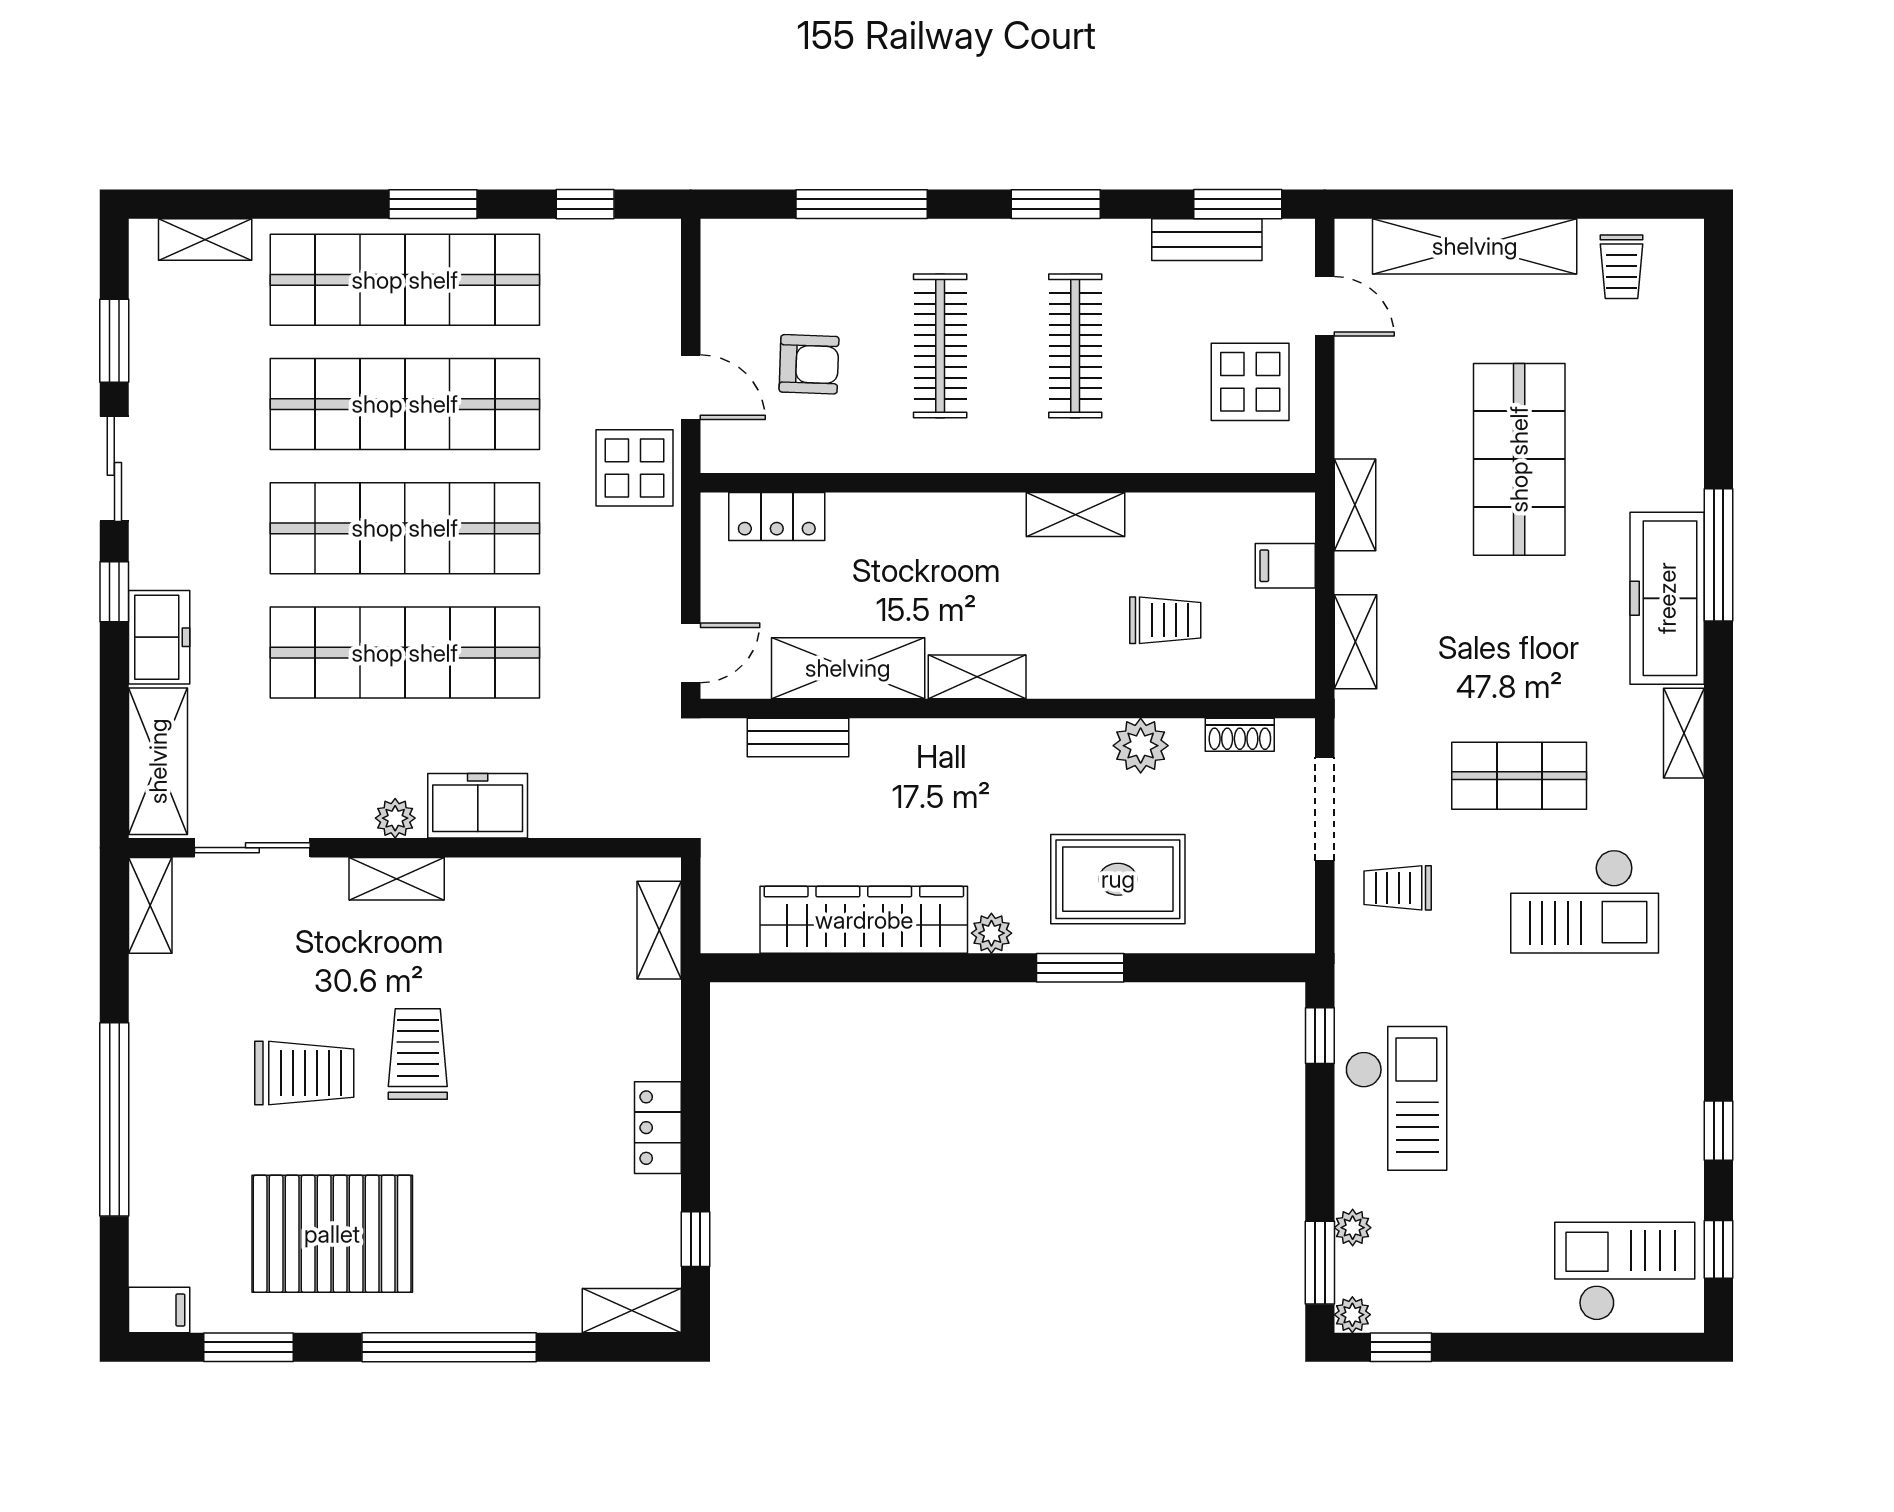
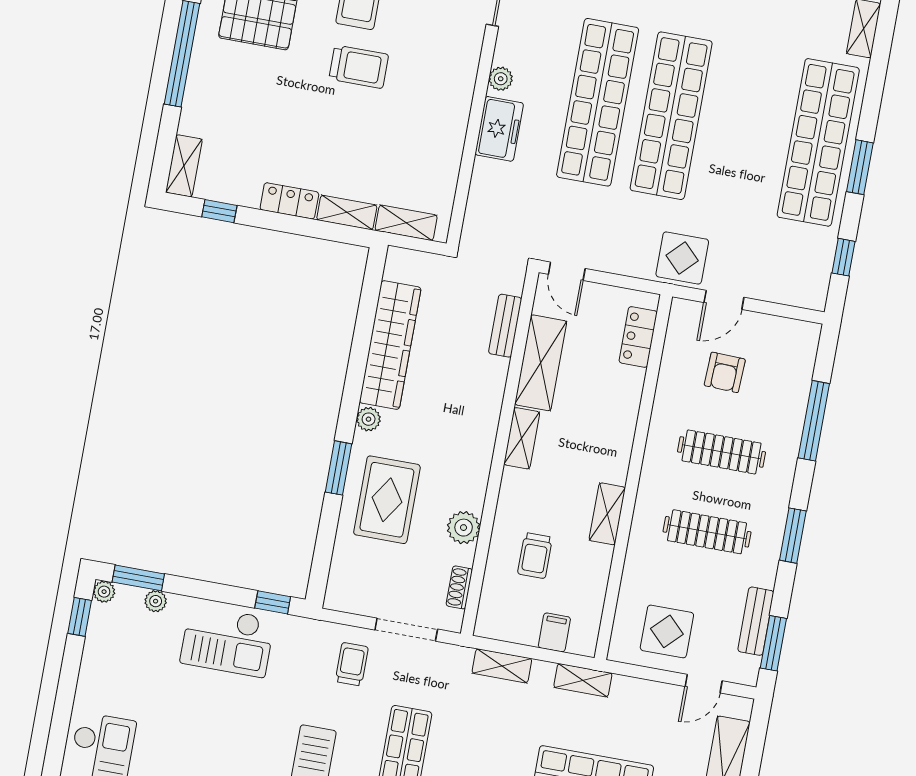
shop shelf: (405, 404) -> (745, 129), removed
shelving: (397, 879) -> (347, 212), moved, turned 90

